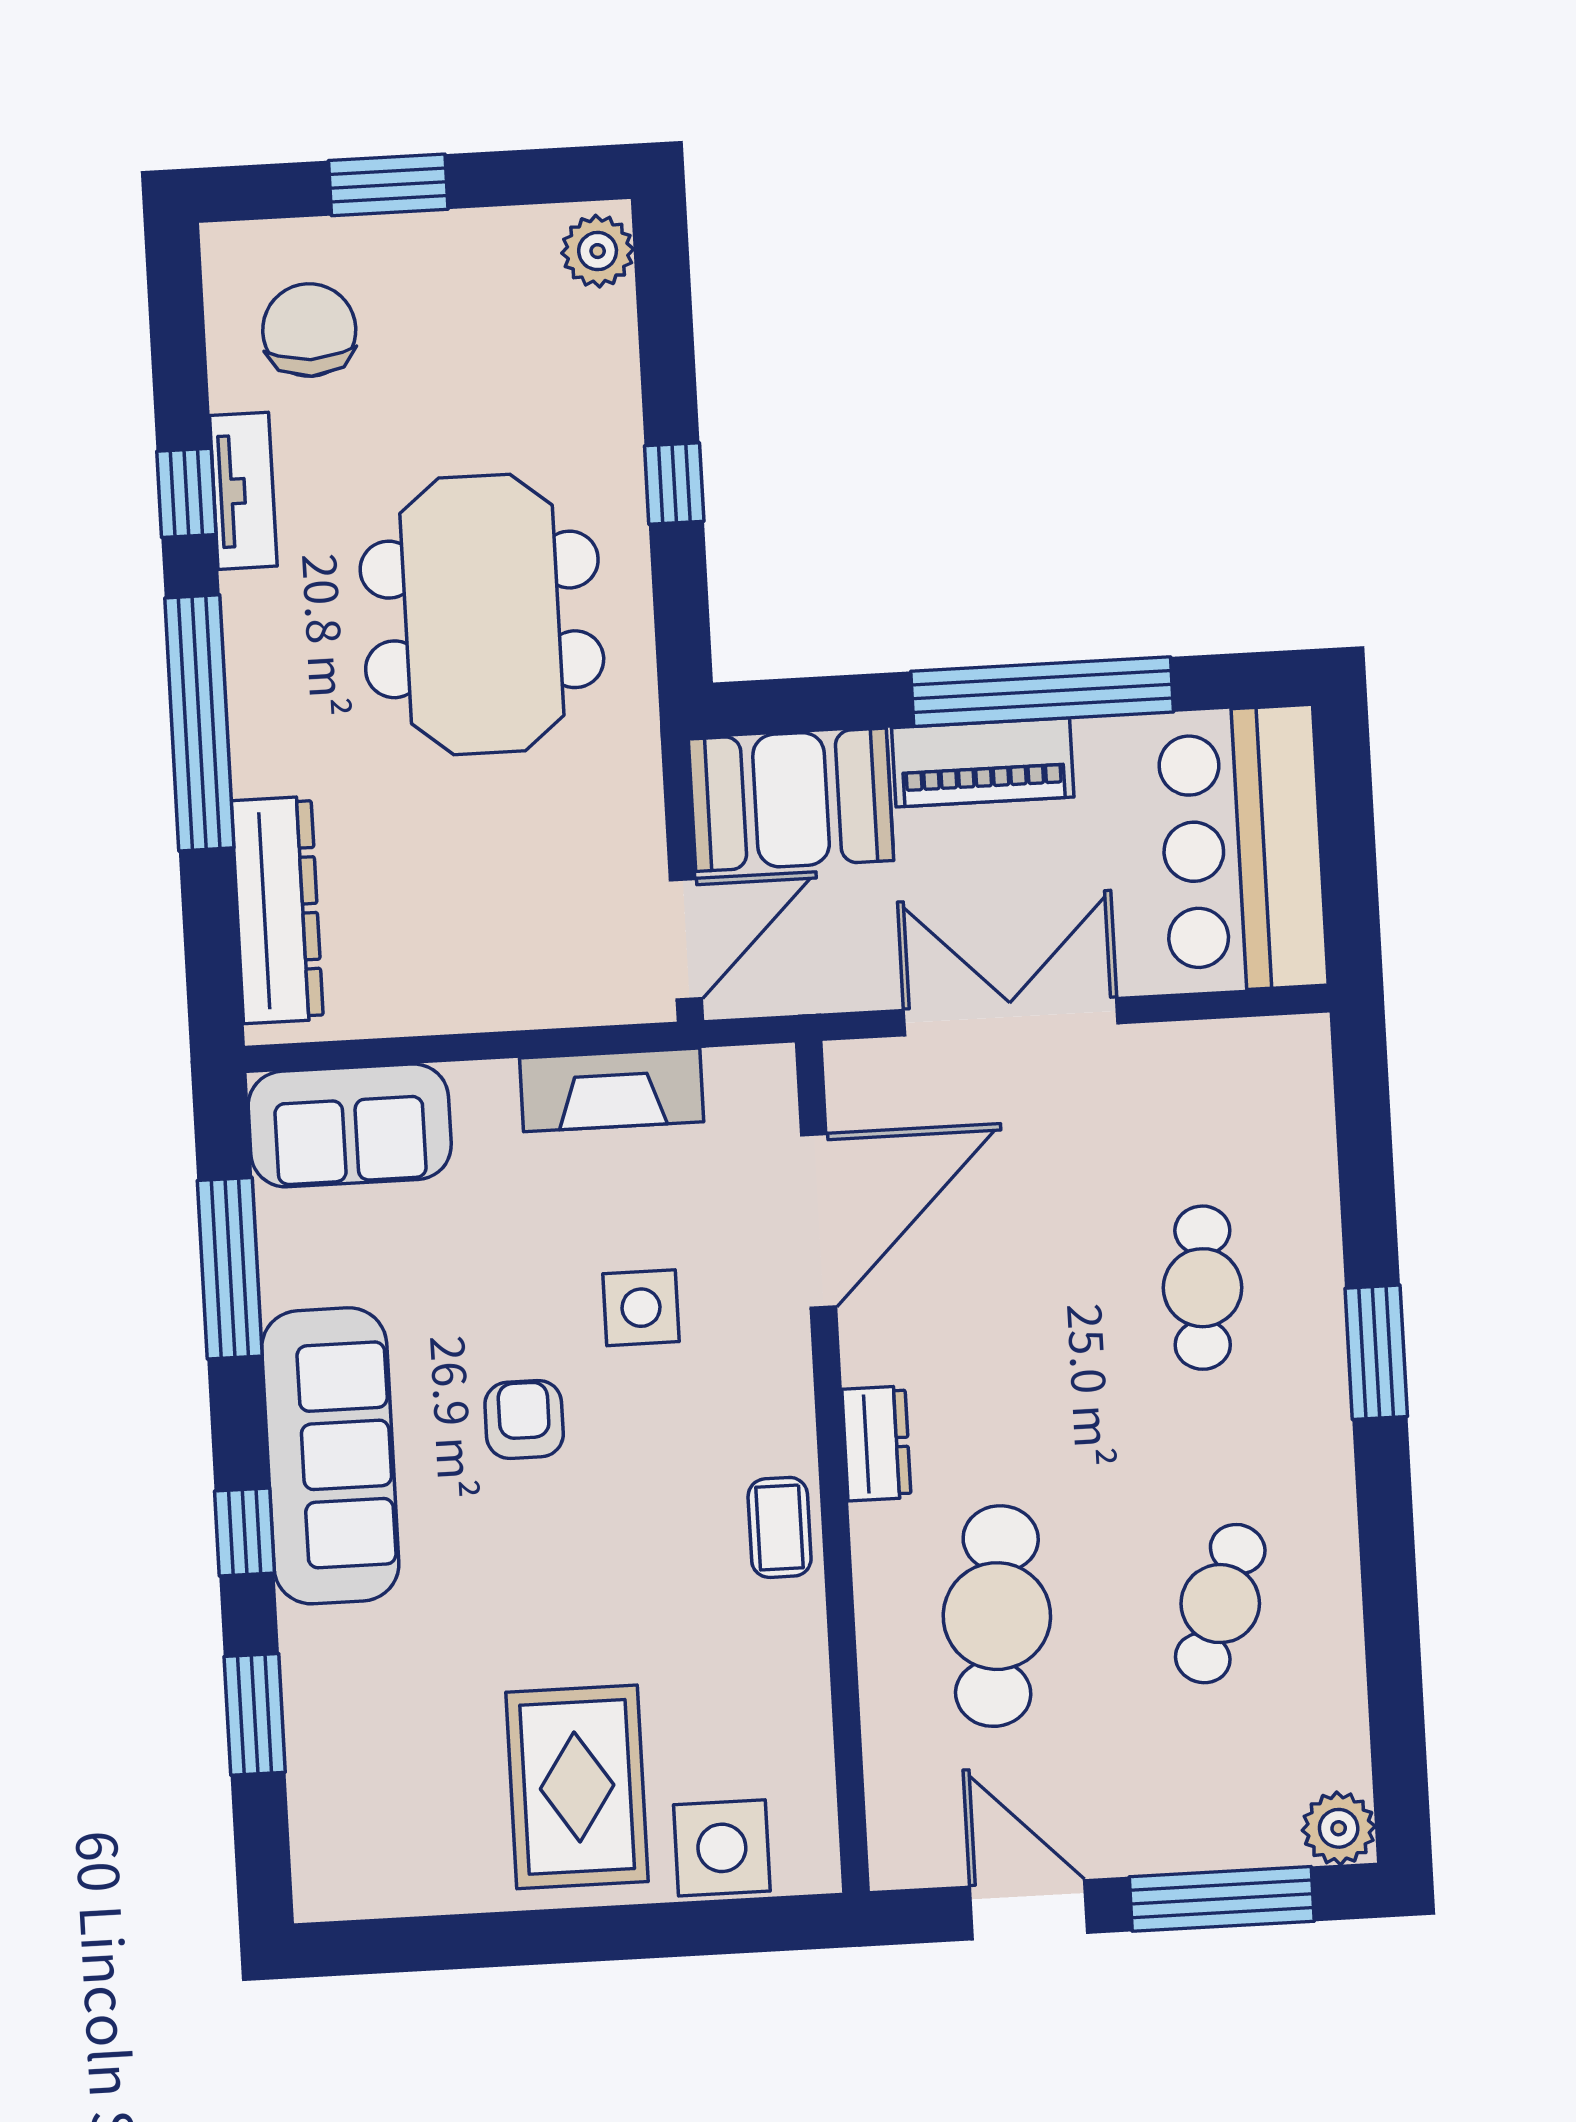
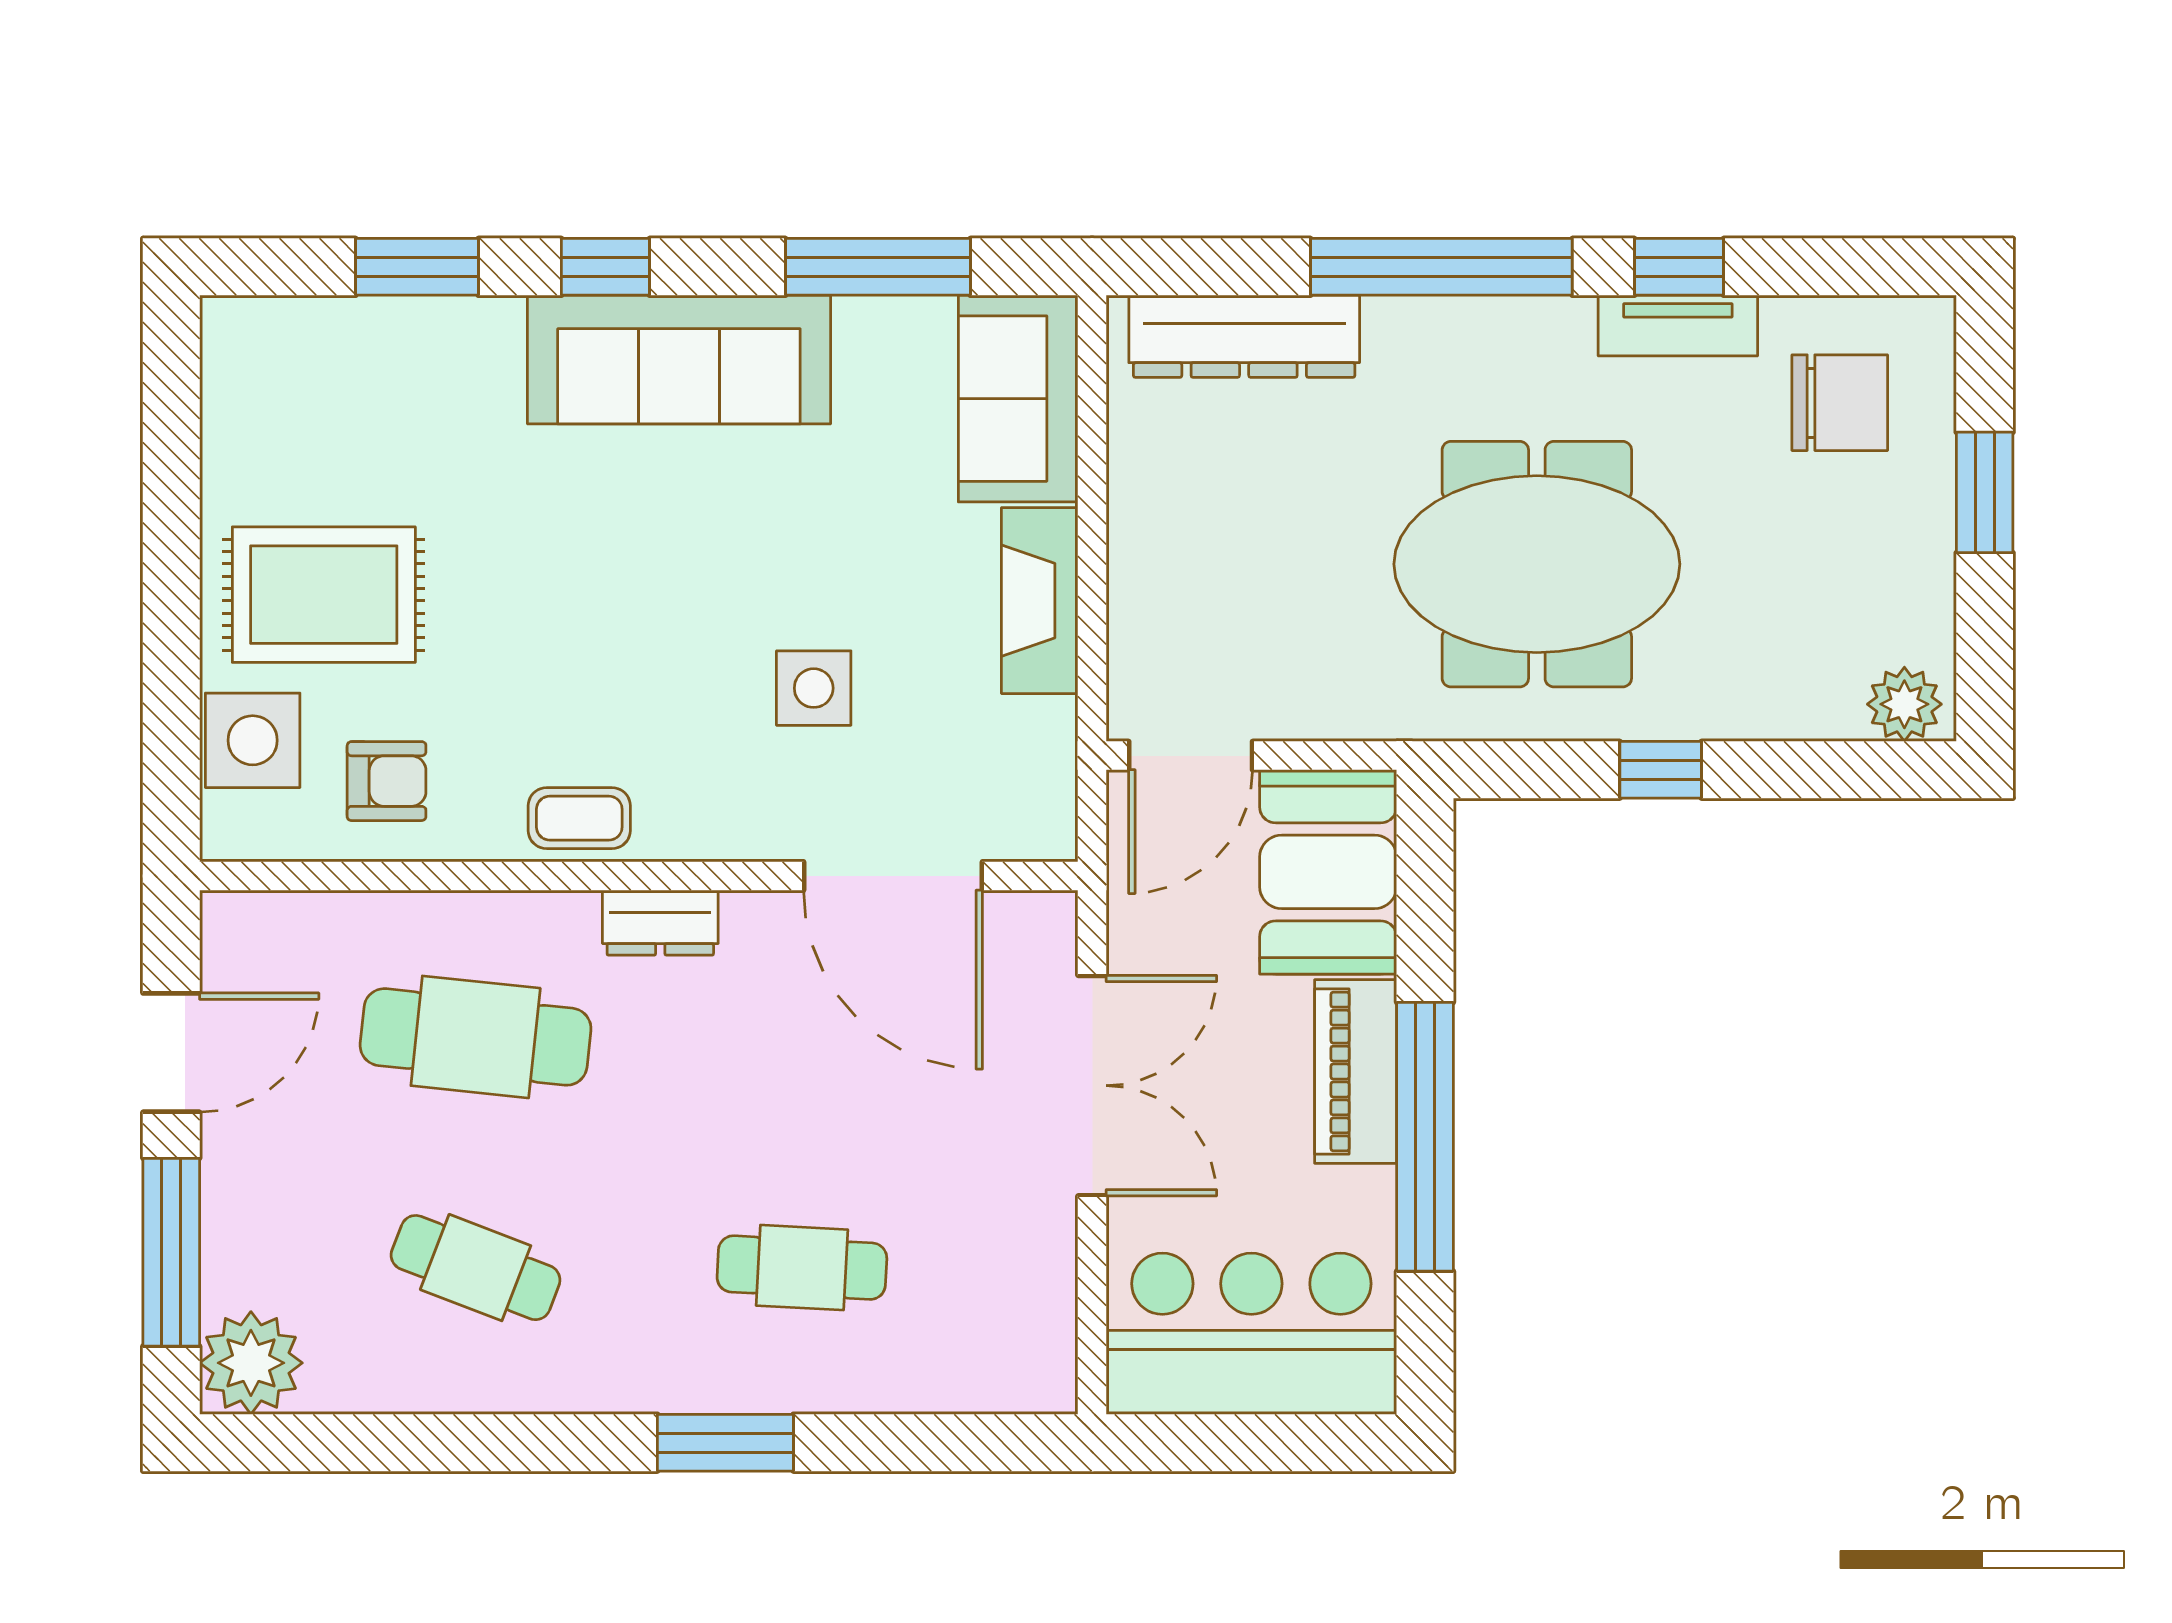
door: (686, 939) -> (1191, 756), hinge flipped
fireplace: (612, 1090) -> (1040, 601), moved
armchair: (524, 1419) -> (387, 781), moved
plant: (1339, 1828) -> (251, 1363), width x1.36, depth x1.36

